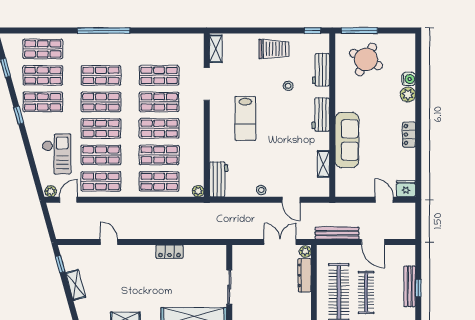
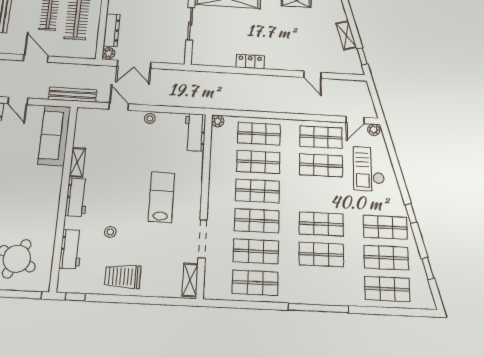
shop shelf: (101, 128) -> (255, 283), moved
sofa: (347, 140) -> (54, 135), moved
shelving: (323, 164) -> (77, 162), moved
bench: (337, 233) -> (73, 95), moved

